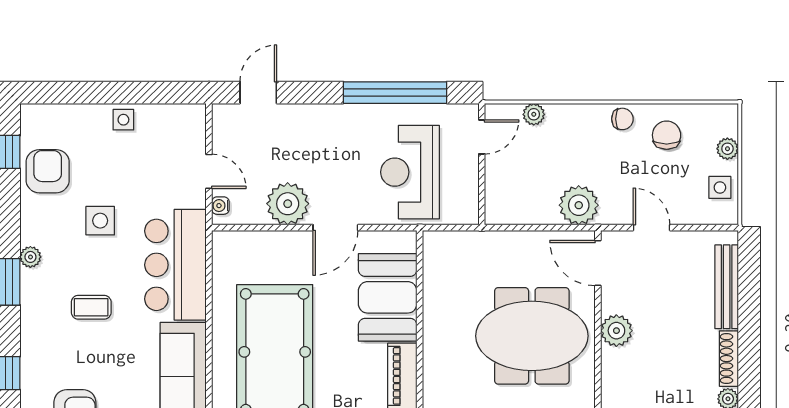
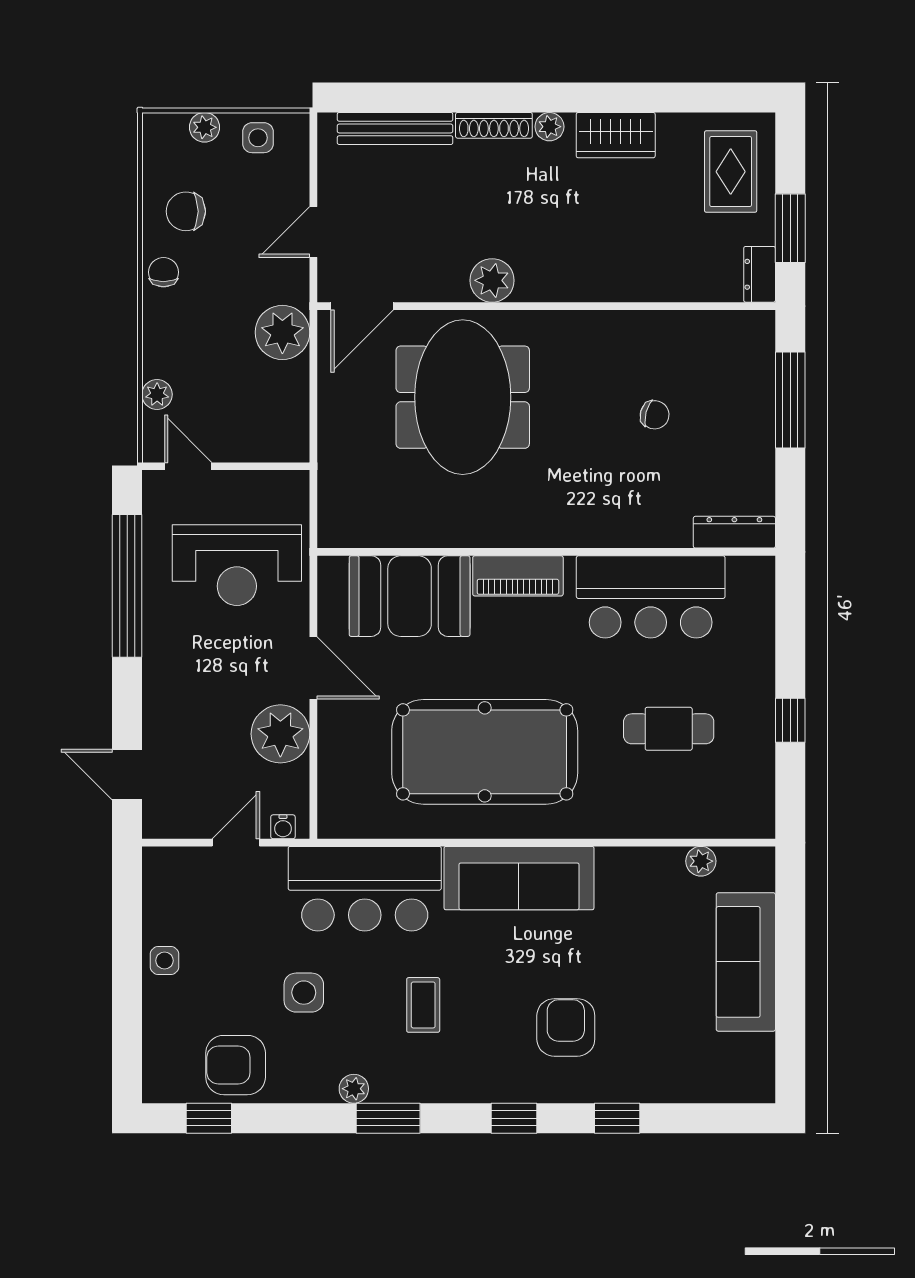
plant: (616, 331) -> (492, 280), moved

